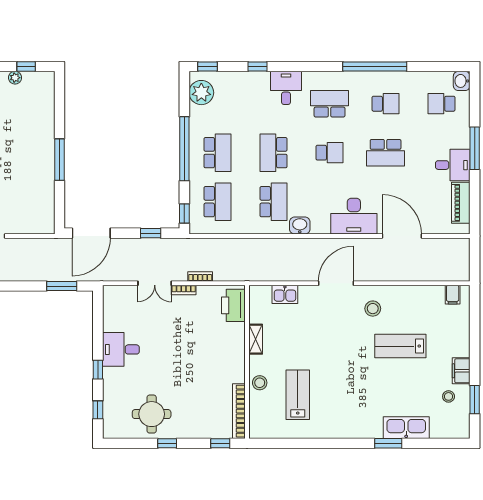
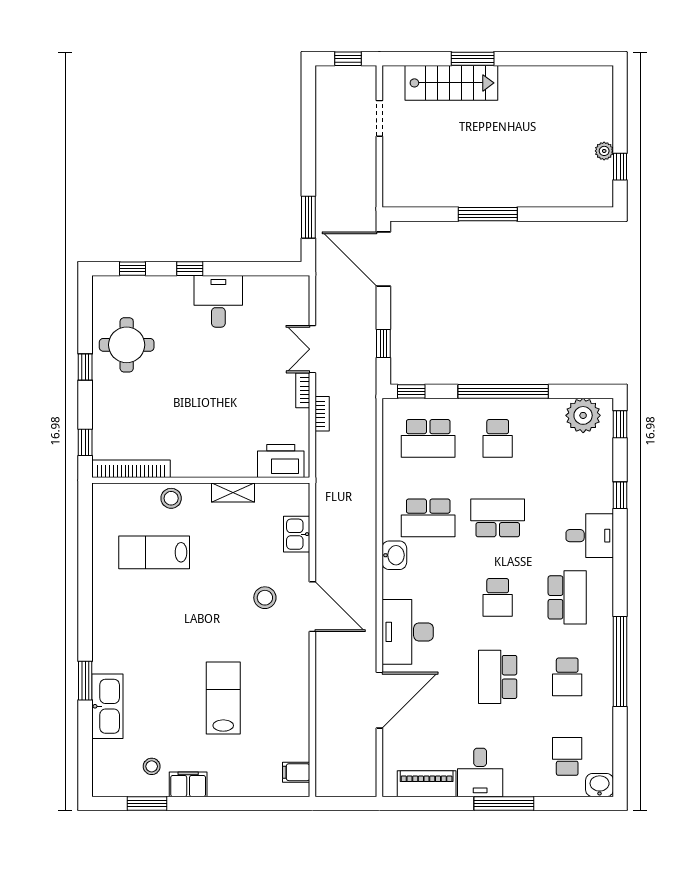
school desk: (217, 153) -> (498, 438), width x0.54
stool: (373, 309) -> (265, 598), moved
lab bench: (298, 395) -> (154, 552), turned 180

